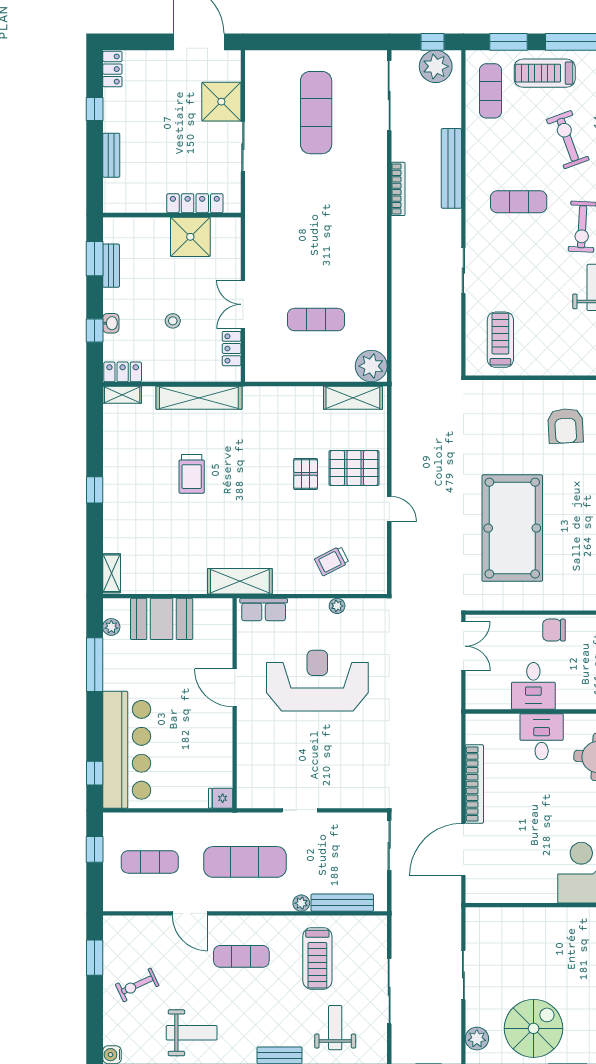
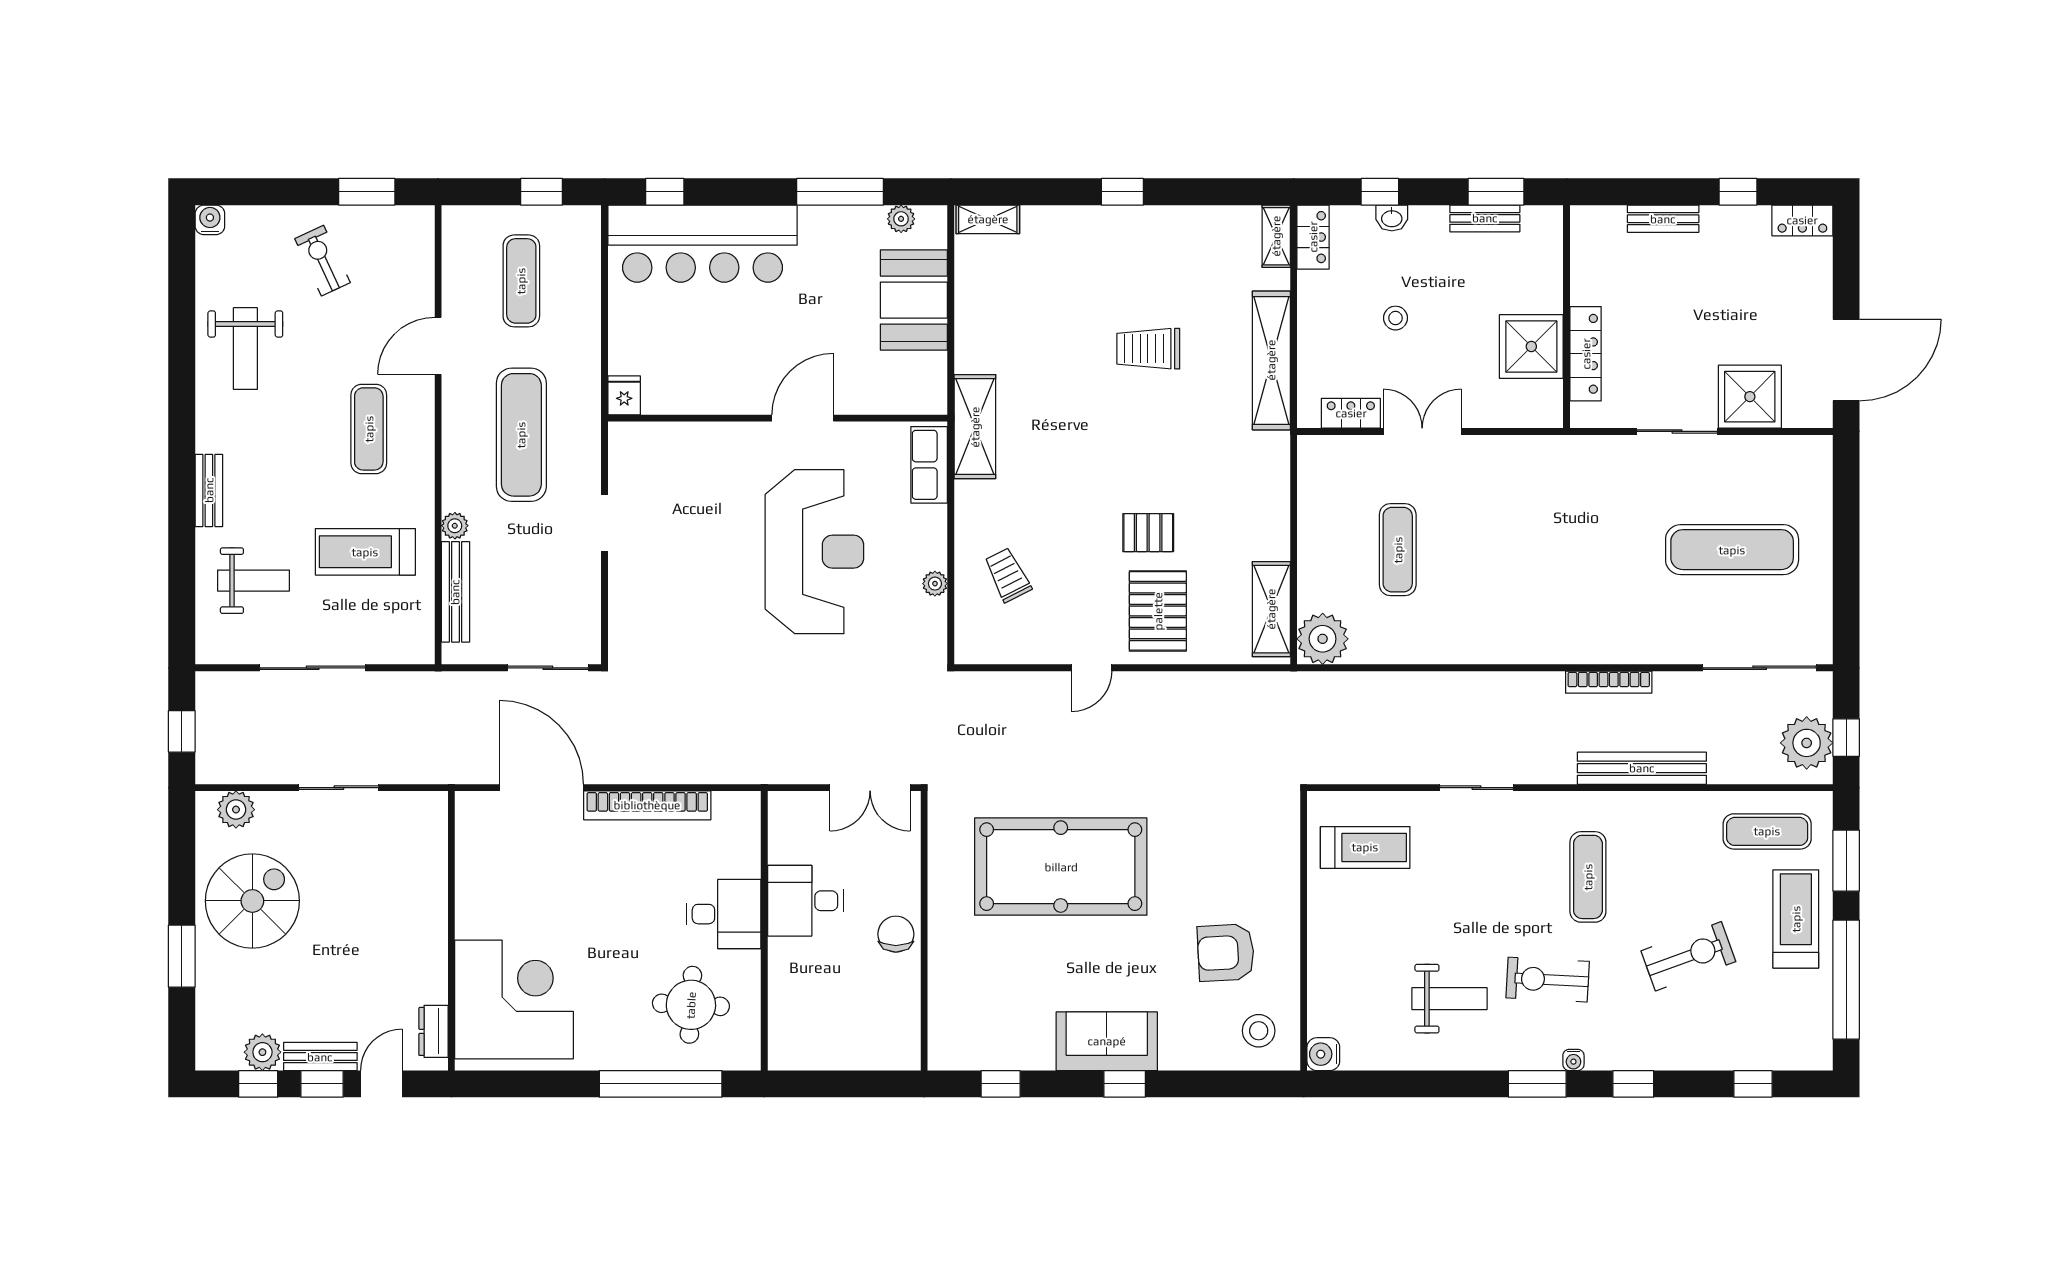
spiral stairs: (534, 1028) -> (252, 901), turned -90

